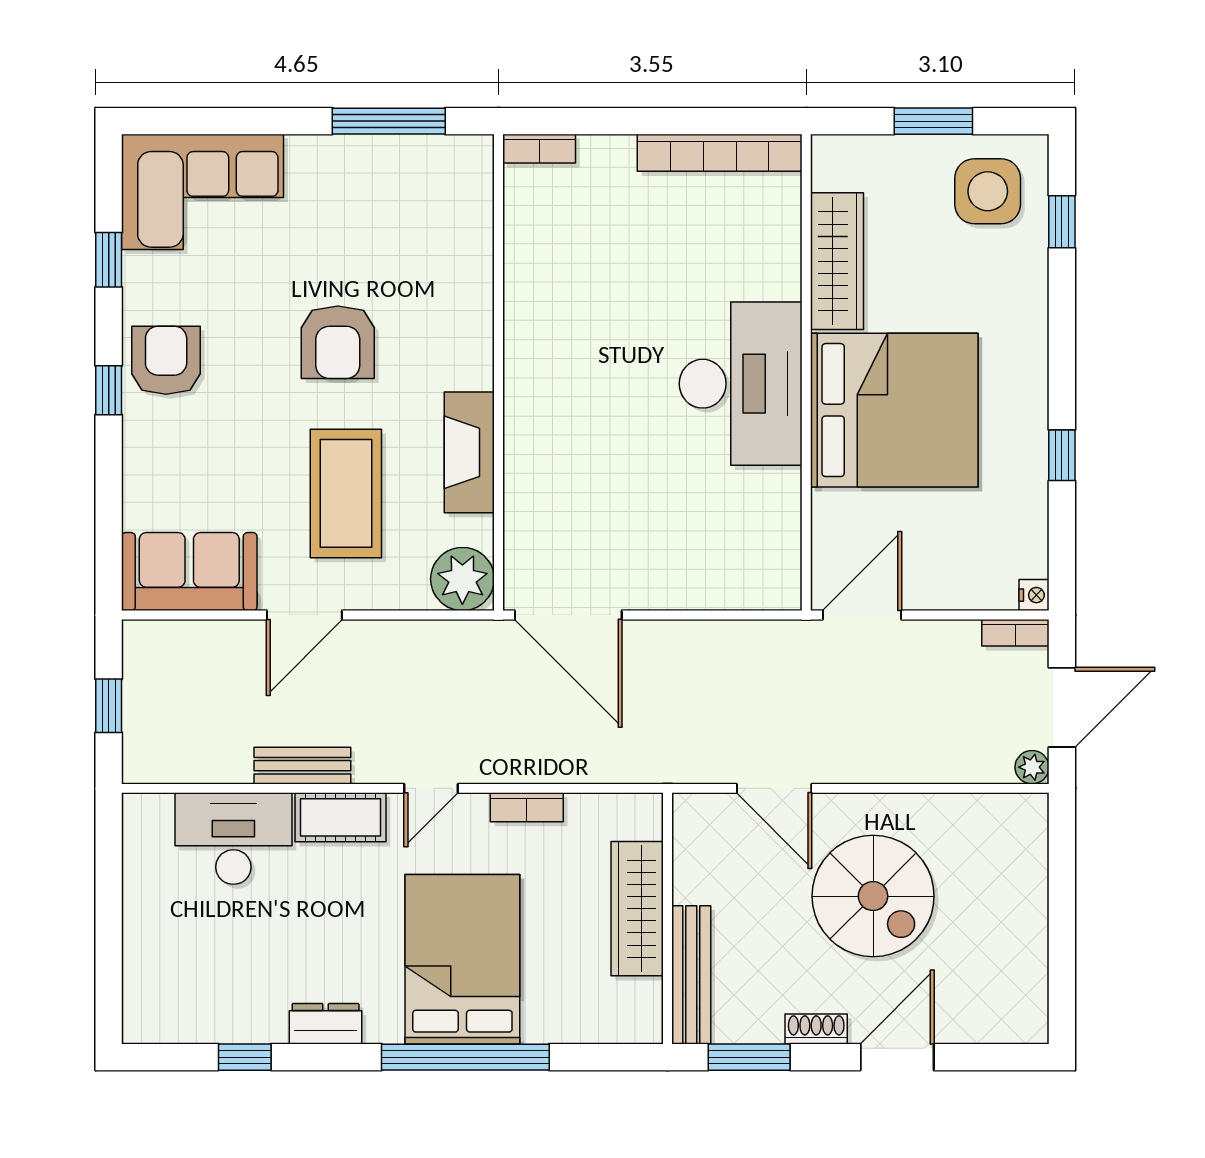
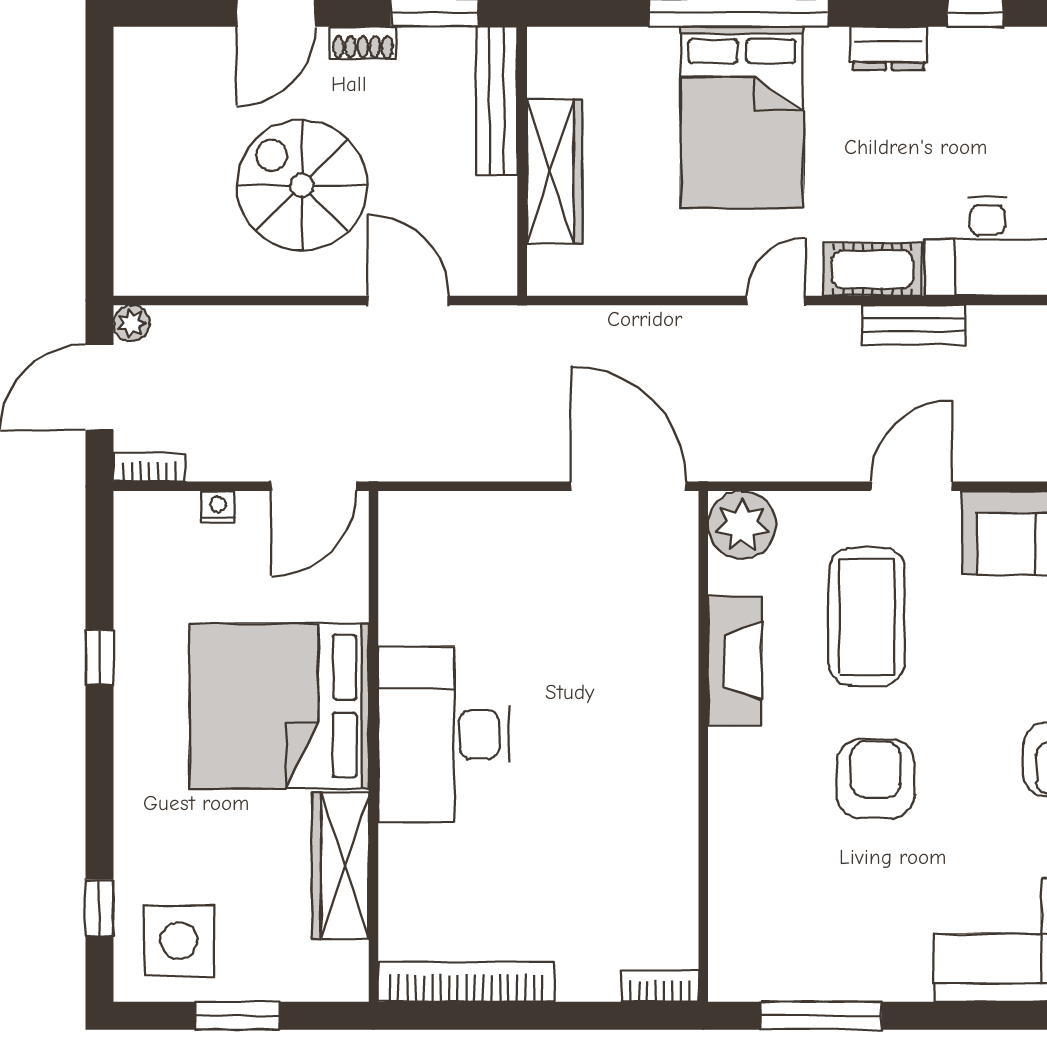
nightstand: (1034, 595) -> (218, 507), moved, turned 90
bookcase: (527, 807) -> (673, 280), removed

